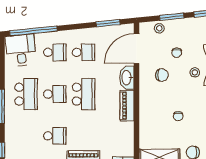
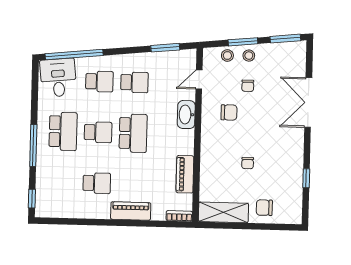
door: (136, 49) -> (199, 79), width x0.53
stool: (195, 72) -> (249, 56), moved
piano: (127, 106) -> (185, 174), moved

